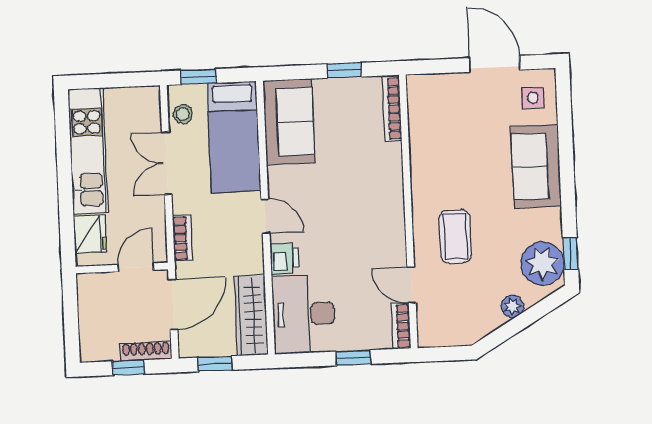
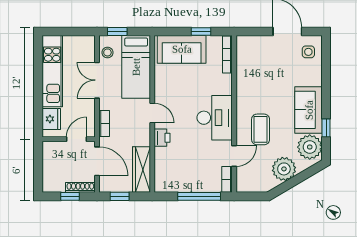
sofa: (289, 122) -> (182, 49), moved, turned 90
sofa: (536, 166) -> (309, 110), moved
window: (570, 254) -> (326, 128), moved
door: (411, 285) -> (234, 156), swing flipped
door: (173, 304) -> (97, 161), hinge flipped
plant: (512, 306) -> (284, 169), width x1.88, depth x1.88
desk: (304, 314) -> (215, 118), moved, turned 180
window: (353, 358) -> (199, 196), width x2.17

